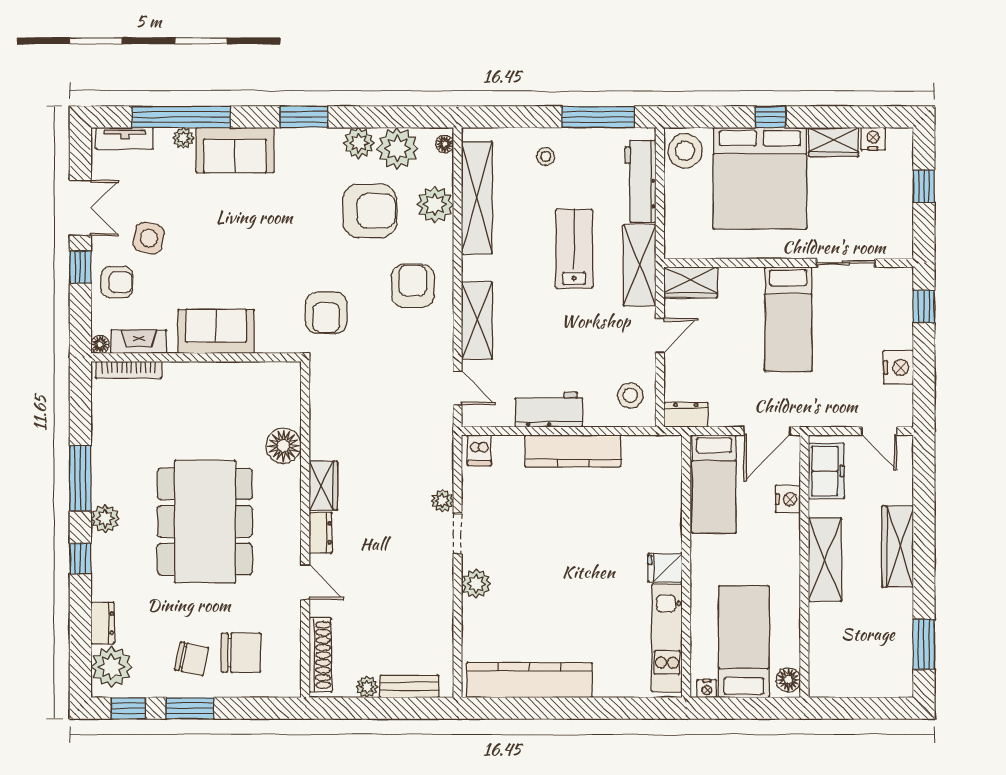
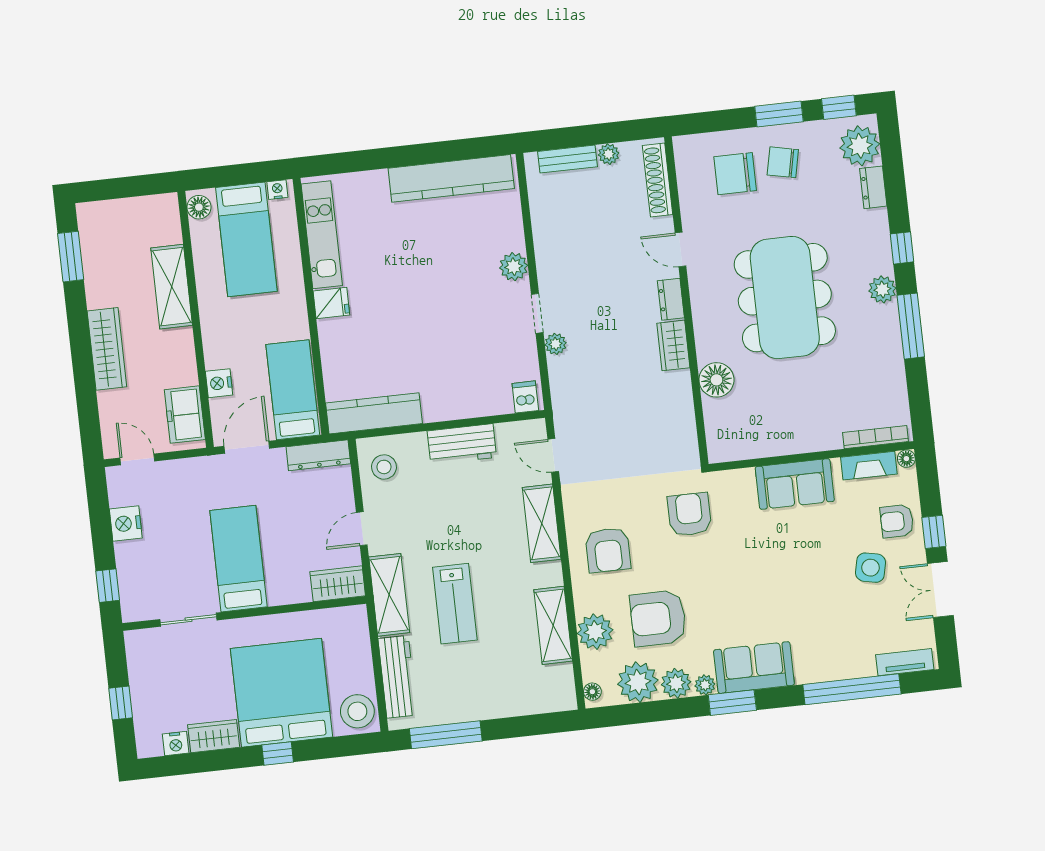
plant: (183, 138) -> (705, 685), moved
sofa: (235, 150) -> (754, 668), moved
stool: (546, 157) -> (492, 690), removed
shelving: (477, 198) -> (553, 625), width x0.68
dresser: (686, 415) -> (318, 455), width x1.44
kitchen counter: (573, 451) -> (374, 413), moved
shelving: (825, 560) -> (172, 287), moved

